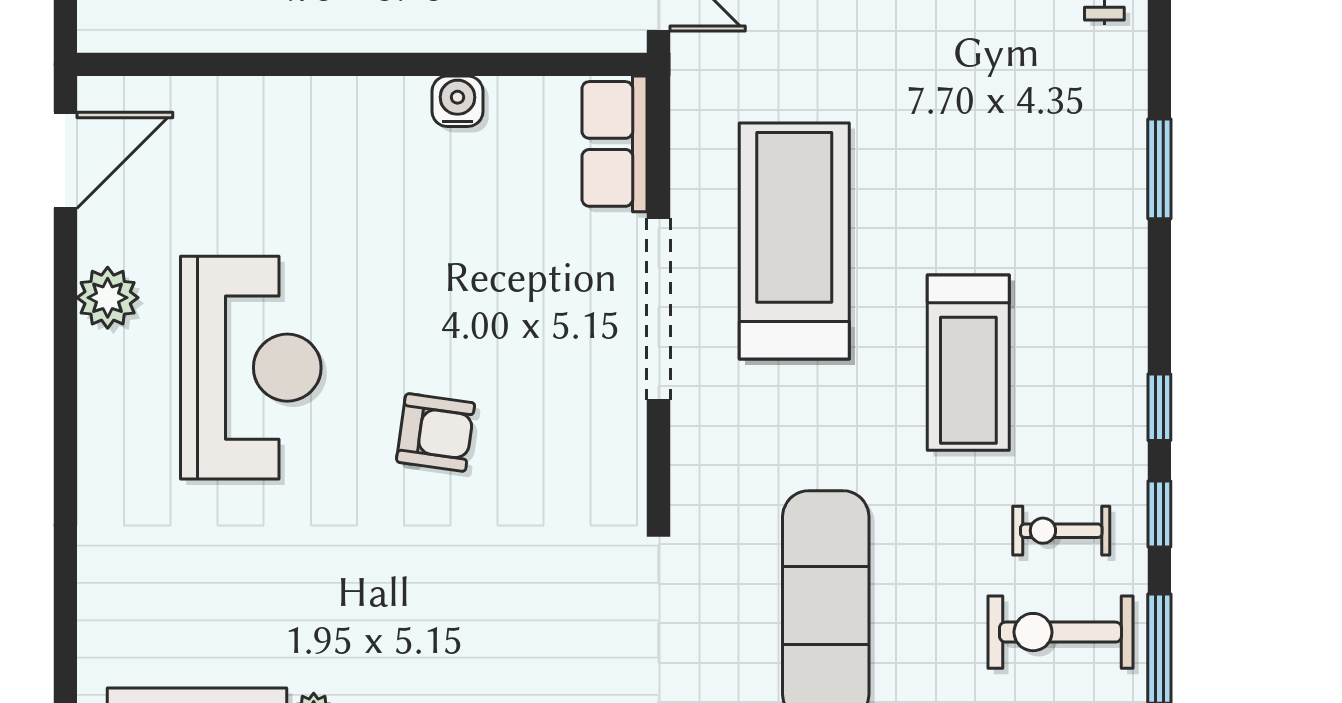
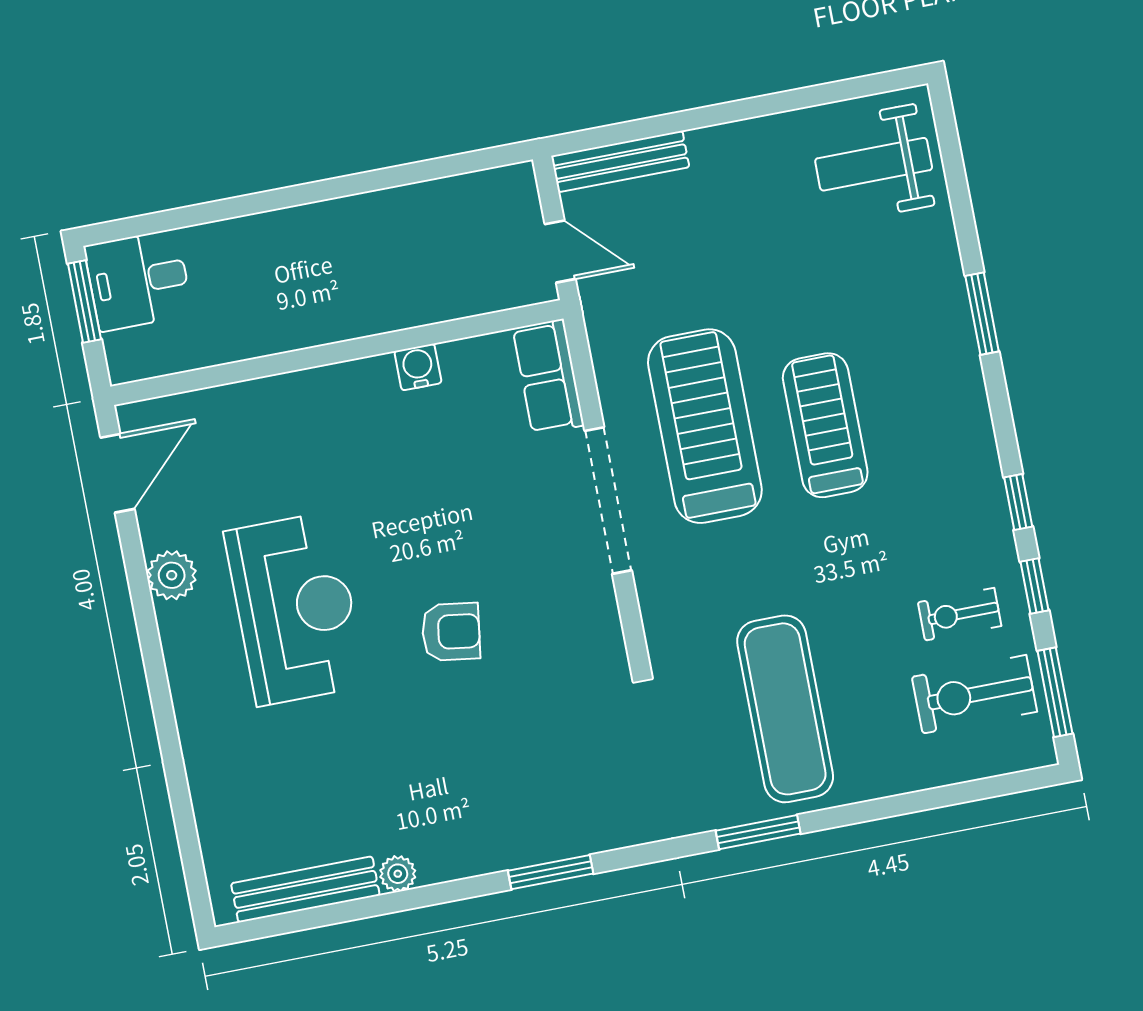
treadmill: (968, 363) -> (825, 425), moved, turned 180

